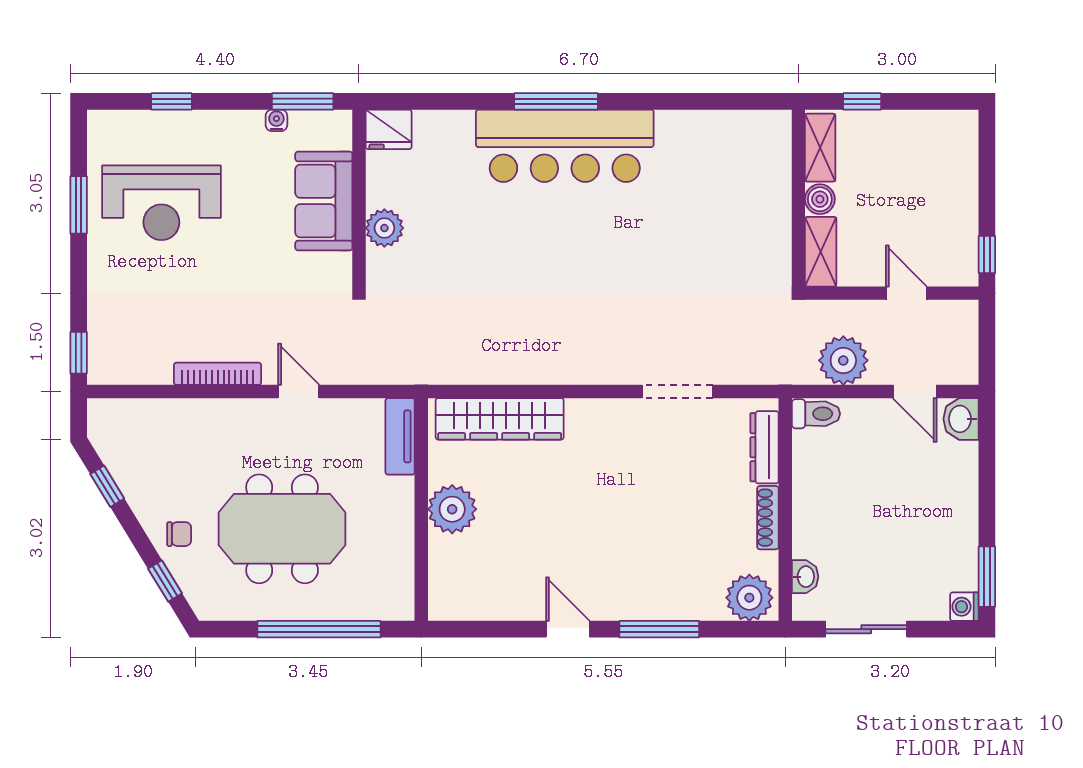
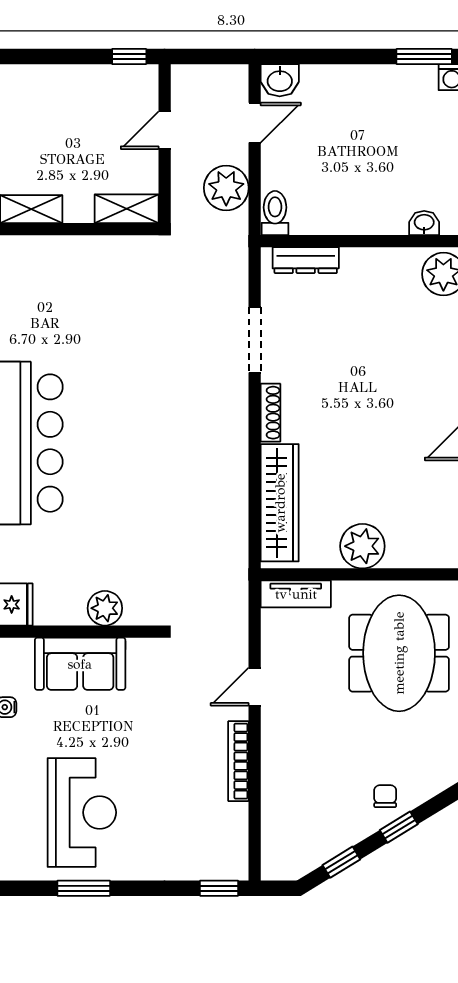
boiler: (820, 199) -> (78, 209), removed
shoe rack: (768, 518) -> (270, 413), moved, turned -90
meeting table: (282, 529) -> (399, 653), moved
window: (165, 581) -> (399, 827), moved

